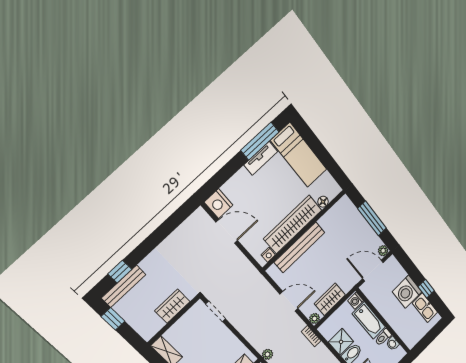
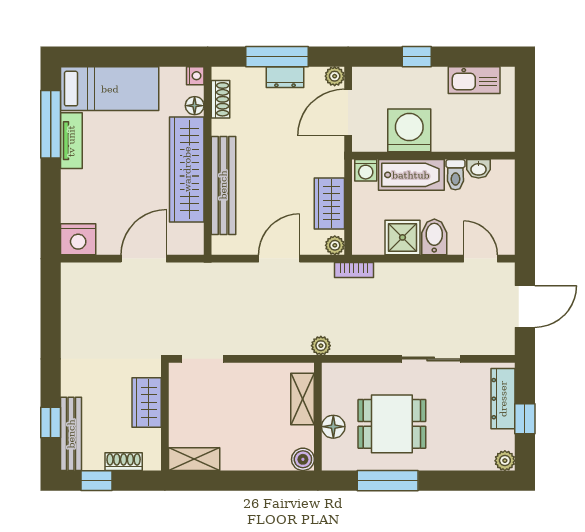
shoe rack: (335, 211) -> (220, 99), added
dresser: (366, 230) -> (285, 77), added
door: (227, 231) -> (144, 259), moved
nightstand: (268, 255) -> (195, 76), moved
window: (426, 289) -> (417, 57), moved
washing machine: (407, 292) -> (409, 130), moved, turned 180
shoe rack: (134, 322) -> (124, 462), added

